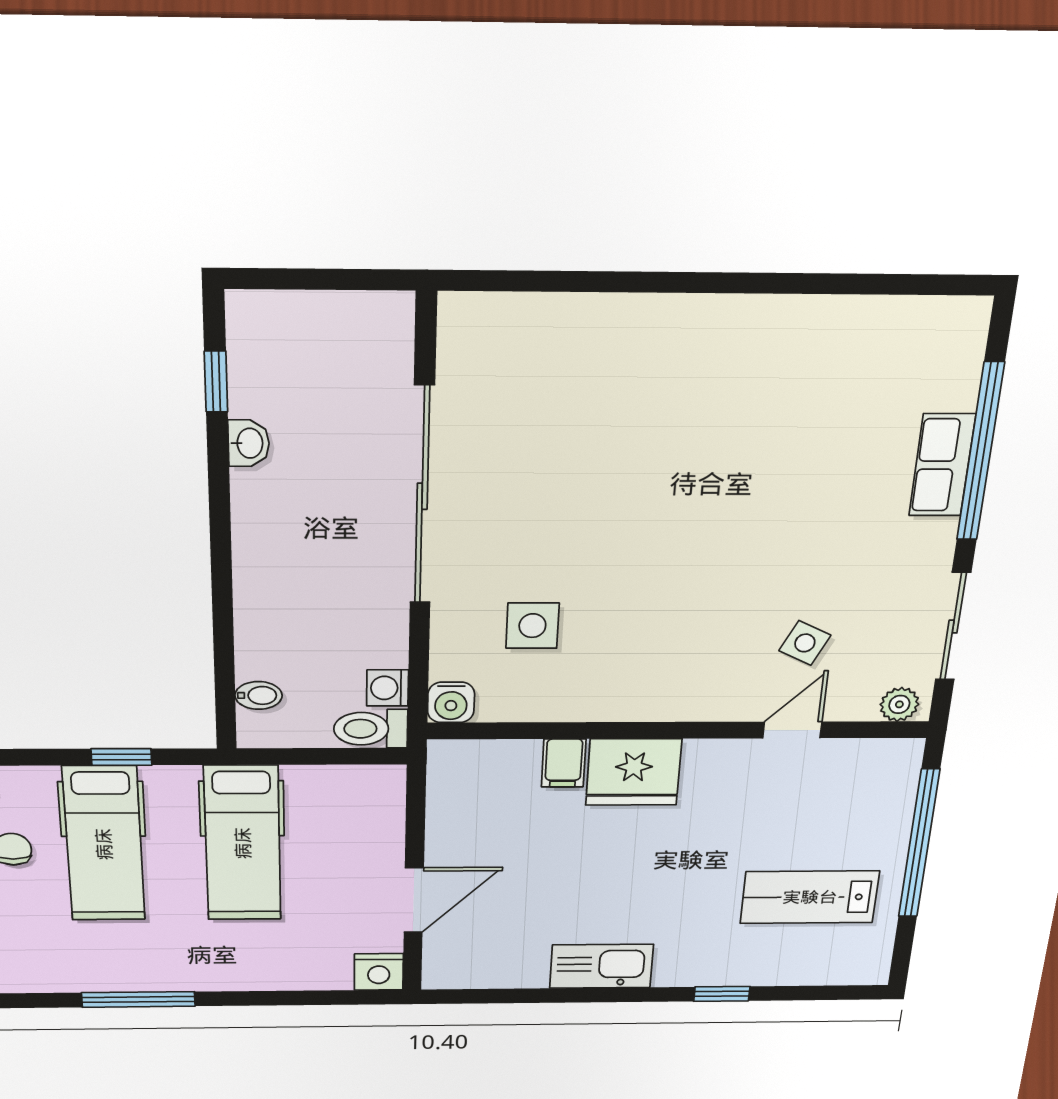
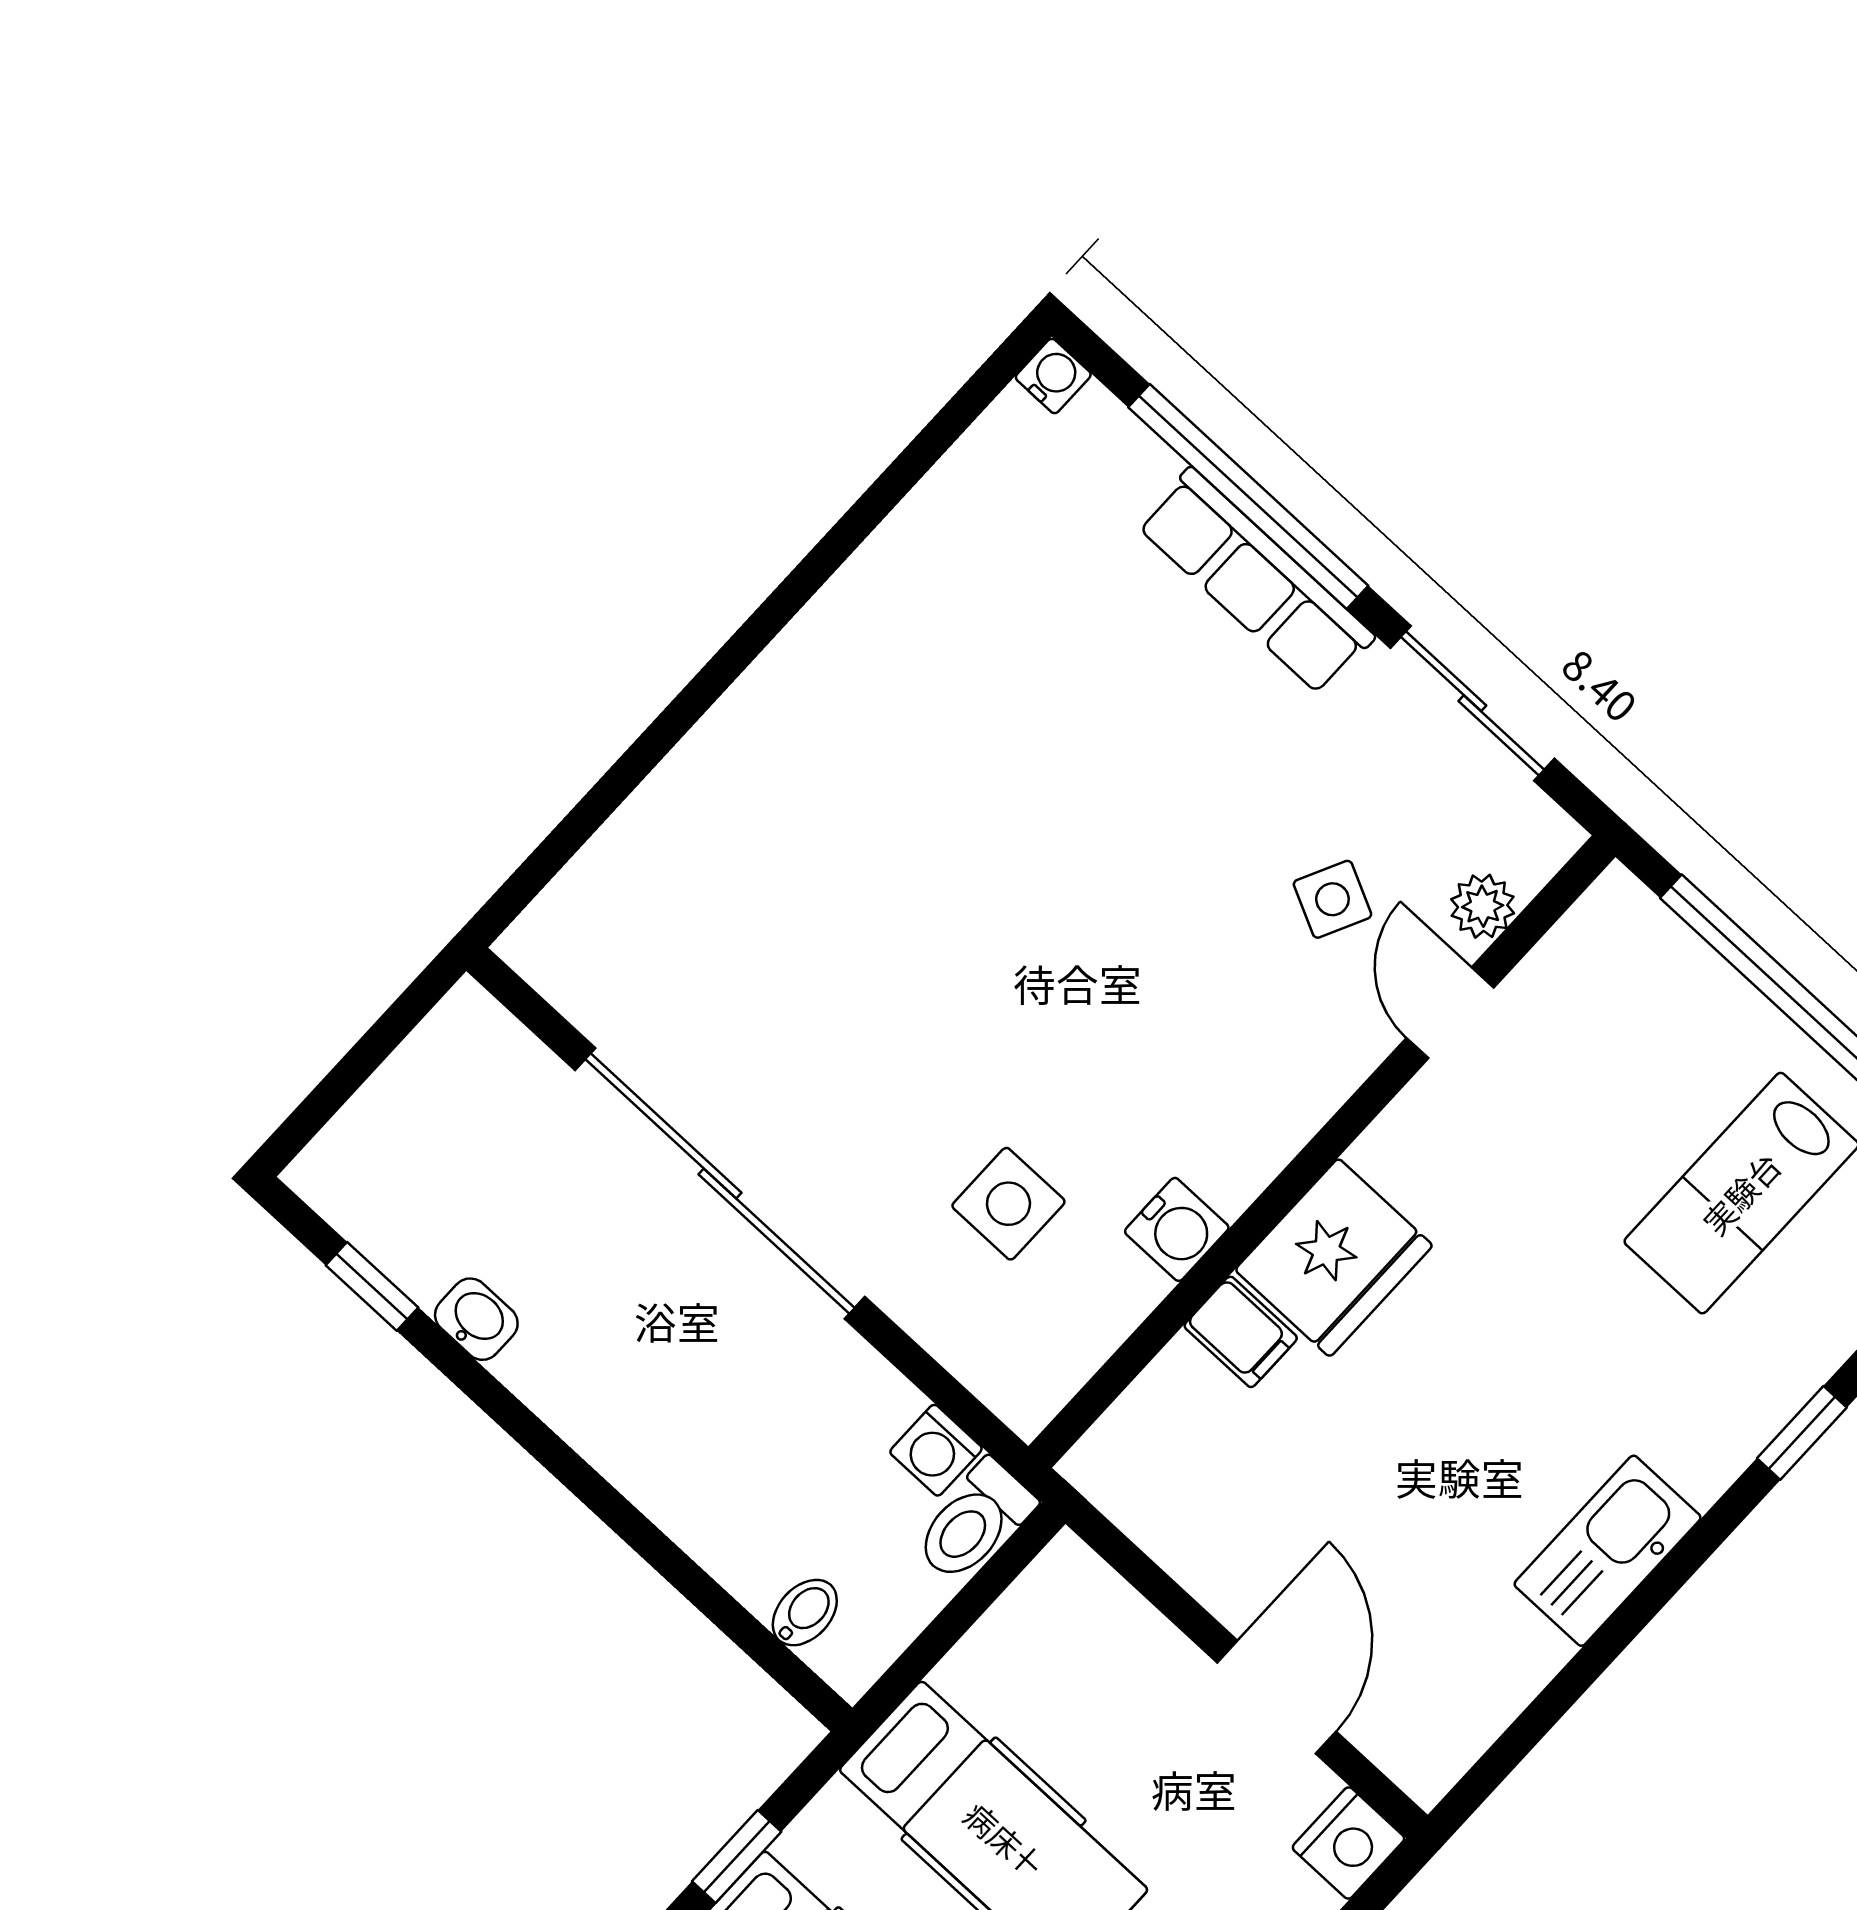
water cooler: (973, 313) -> (1053, 376), added
row of seats: (942, 465) -> (1256, 581), width x1.48
water cooler: (451, 702) -> (1177, 1229), moved
plant: (899, 704) -> (1483, 906), moved

